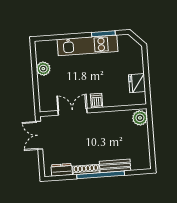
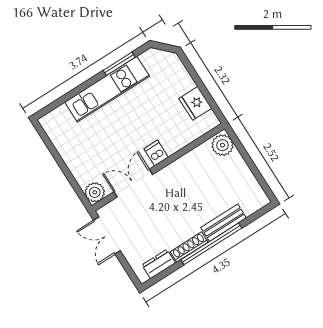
plant: (43, 69) -> (95, 192), moved

